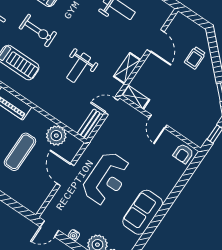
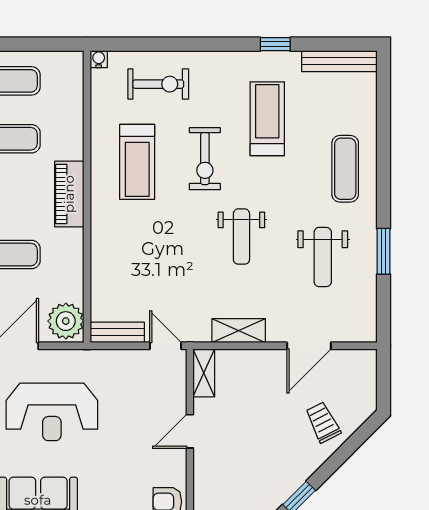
trolley: (195, 58) -> (323, 422), turned 63
weight bench: (79, 68) -> (241, 237), moved, turned -90
plant: (56, 136) -> (66, 321), moved

